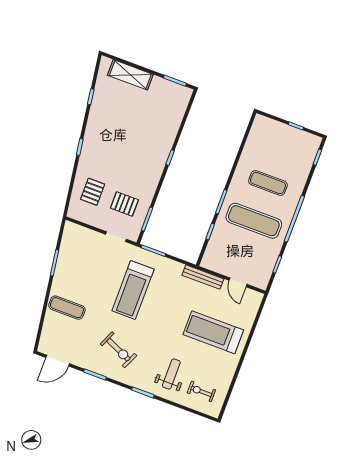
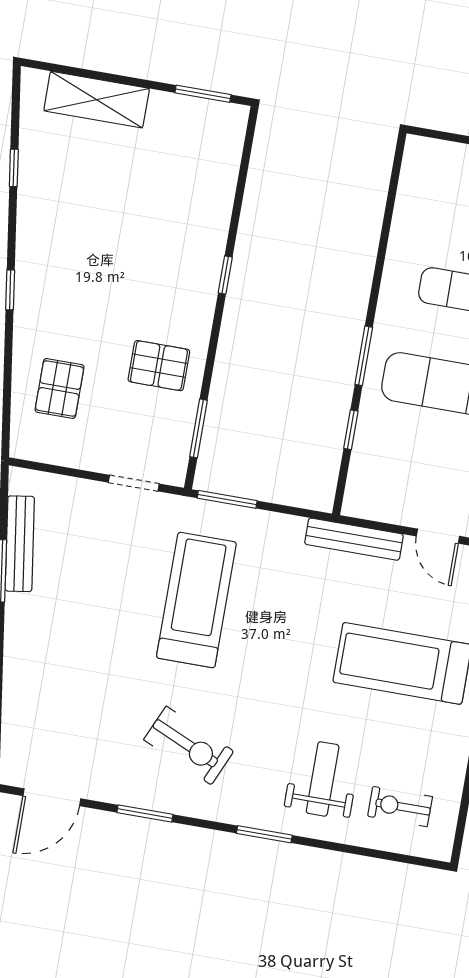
pallet: (124, 204) -> (159, 366), moved
bench: (64, 253) -> (20, 544), added
treadmill: (133, 290) -> (196, 600), turned 180
exercise mat: (67, 308) -> (50, 670), removed

